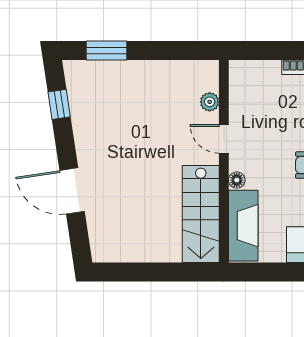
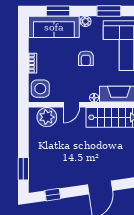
side table: (253, 81) -> (40, 89), added
plant: (210, 102) -> (47, 117), width x1.87, depth x1.87

